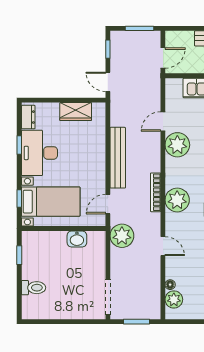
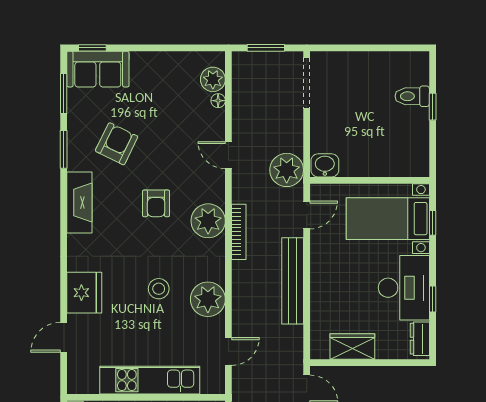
door: (163, 121) -> (228, 352), moved
washbasin: (77, 239) -> (325, 165), moved
window: (19, 255) -> (433, 107), moved

